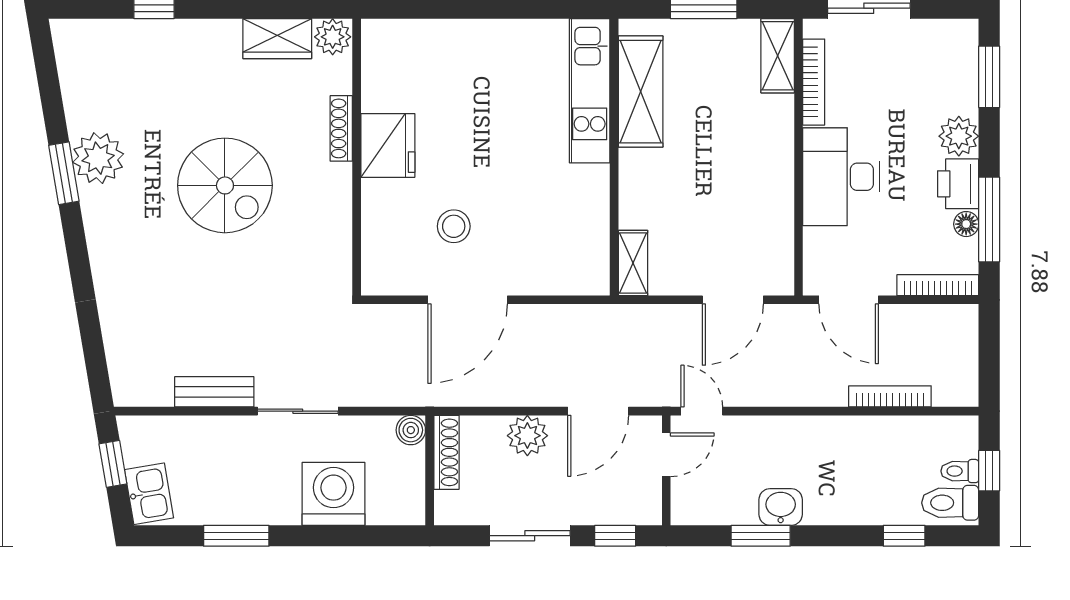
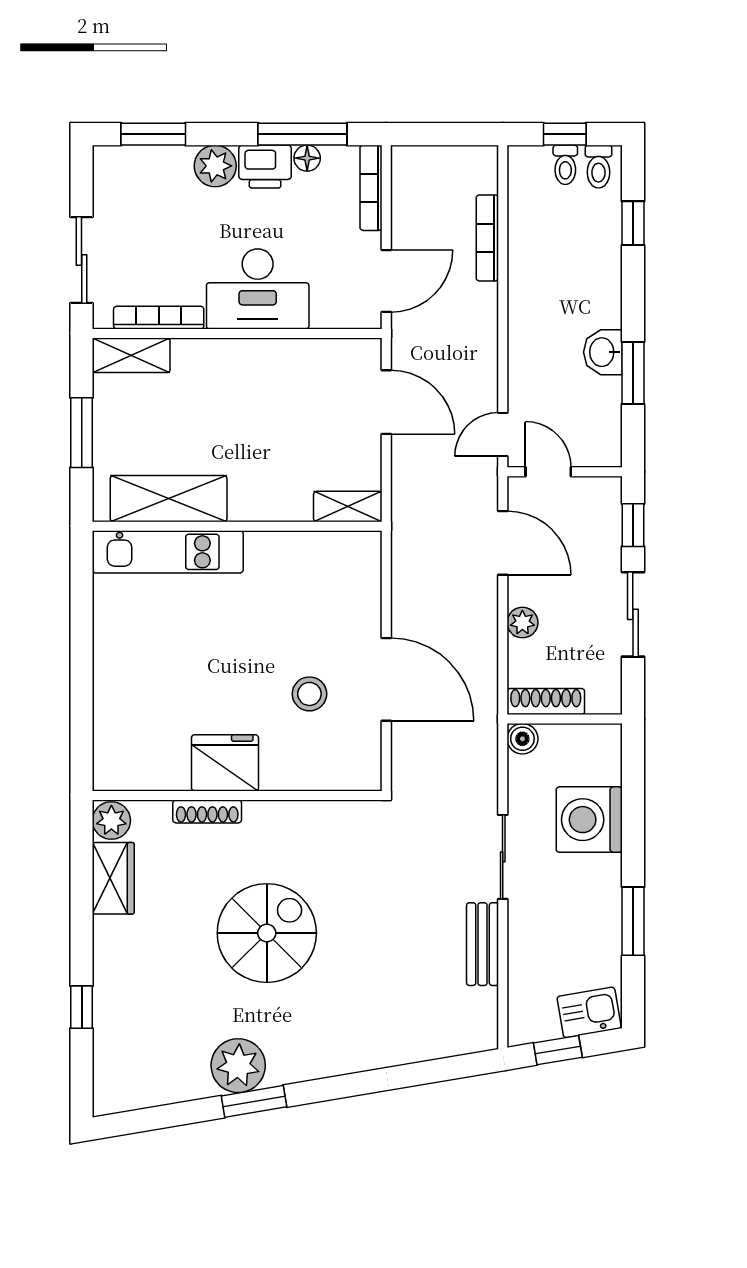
plant: (527, 436) -> (522, 623), width x0.73, depth x0.73
toilet: (950, 503) -> (598, 167), width x0.73, depth x0.72

